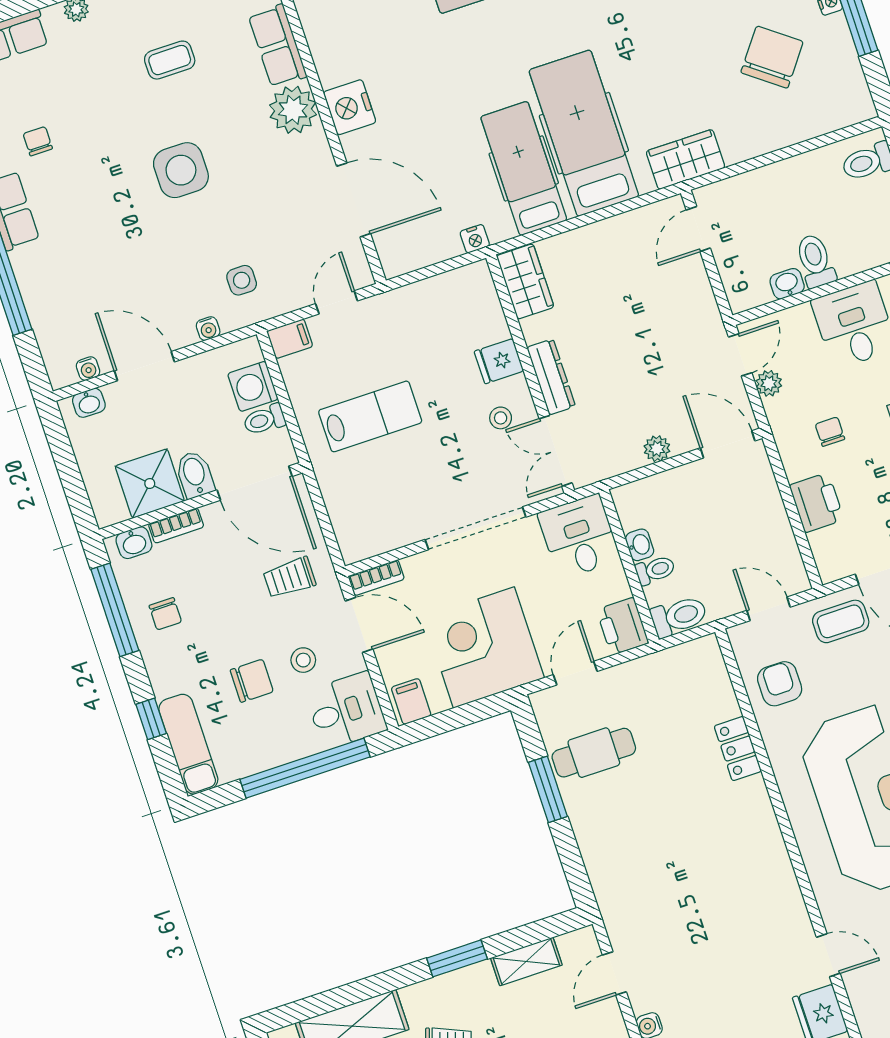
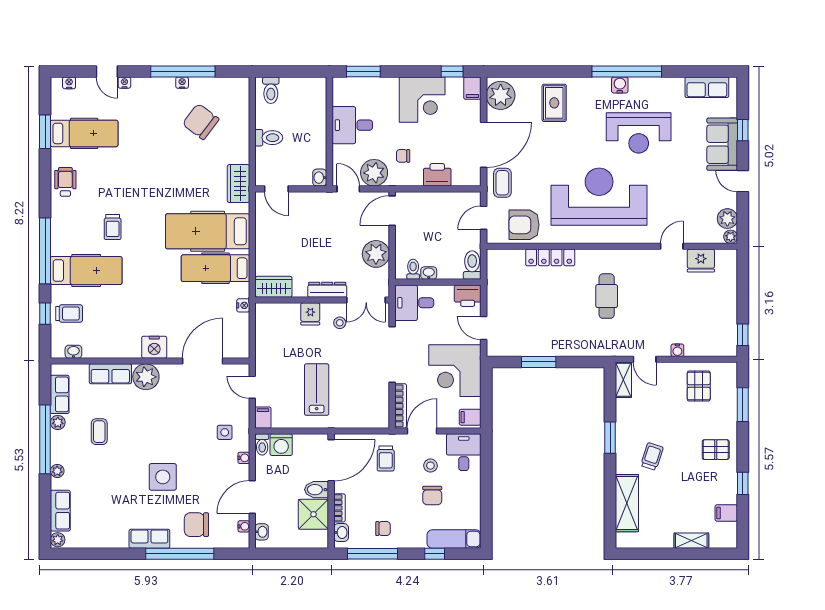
chair: (38, 141) -> (196, 525), moved, width x1.87, depth x1.87
side table: (181, 170) -> (163, 477), moved
toilet: (815, 261) -> (269, 138), moved, turned 180
washbasin: (787, 284) -> (320, 178), moved
plant: (769, 383) -> (374, 173), width x1.87, depth x1.87
toilet: (264, 420) -> (262, 444), moved
plant: (657, 449) -> (376, 254), width x1.88, depth x1.88
toilet: (655, 570) -> (413, 269), moved
bookcase: (376, 578) -> (401, 406), width x1.56
chair: (252, 681) -> (432, 496), turned 180
armchair: (780, 684) -> (524, 225), width x1.38, depth x1.38
locker: (738, 749) -> (550, 257), width x1.53
cafe table: (594, 753) -> (607, 296), moved
window: (305, 768) -> (486, 483), removed
shelving: (526, 961) -> (623, 380), moved

